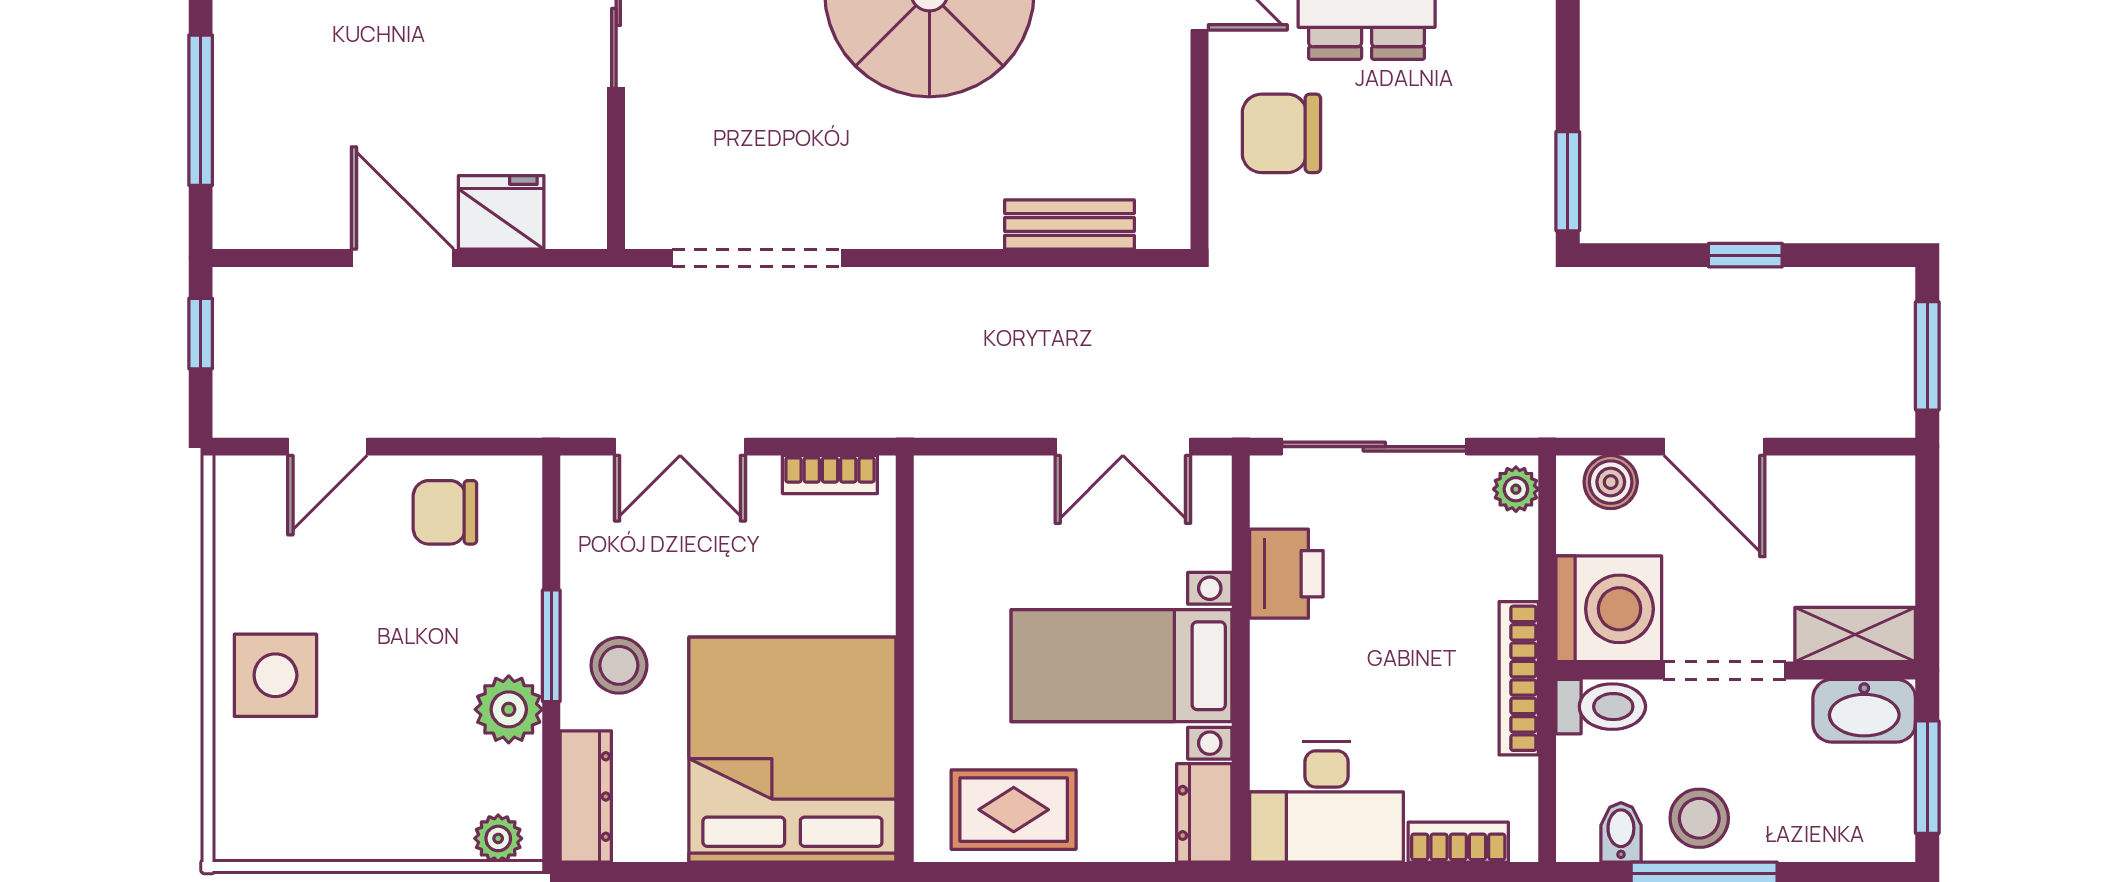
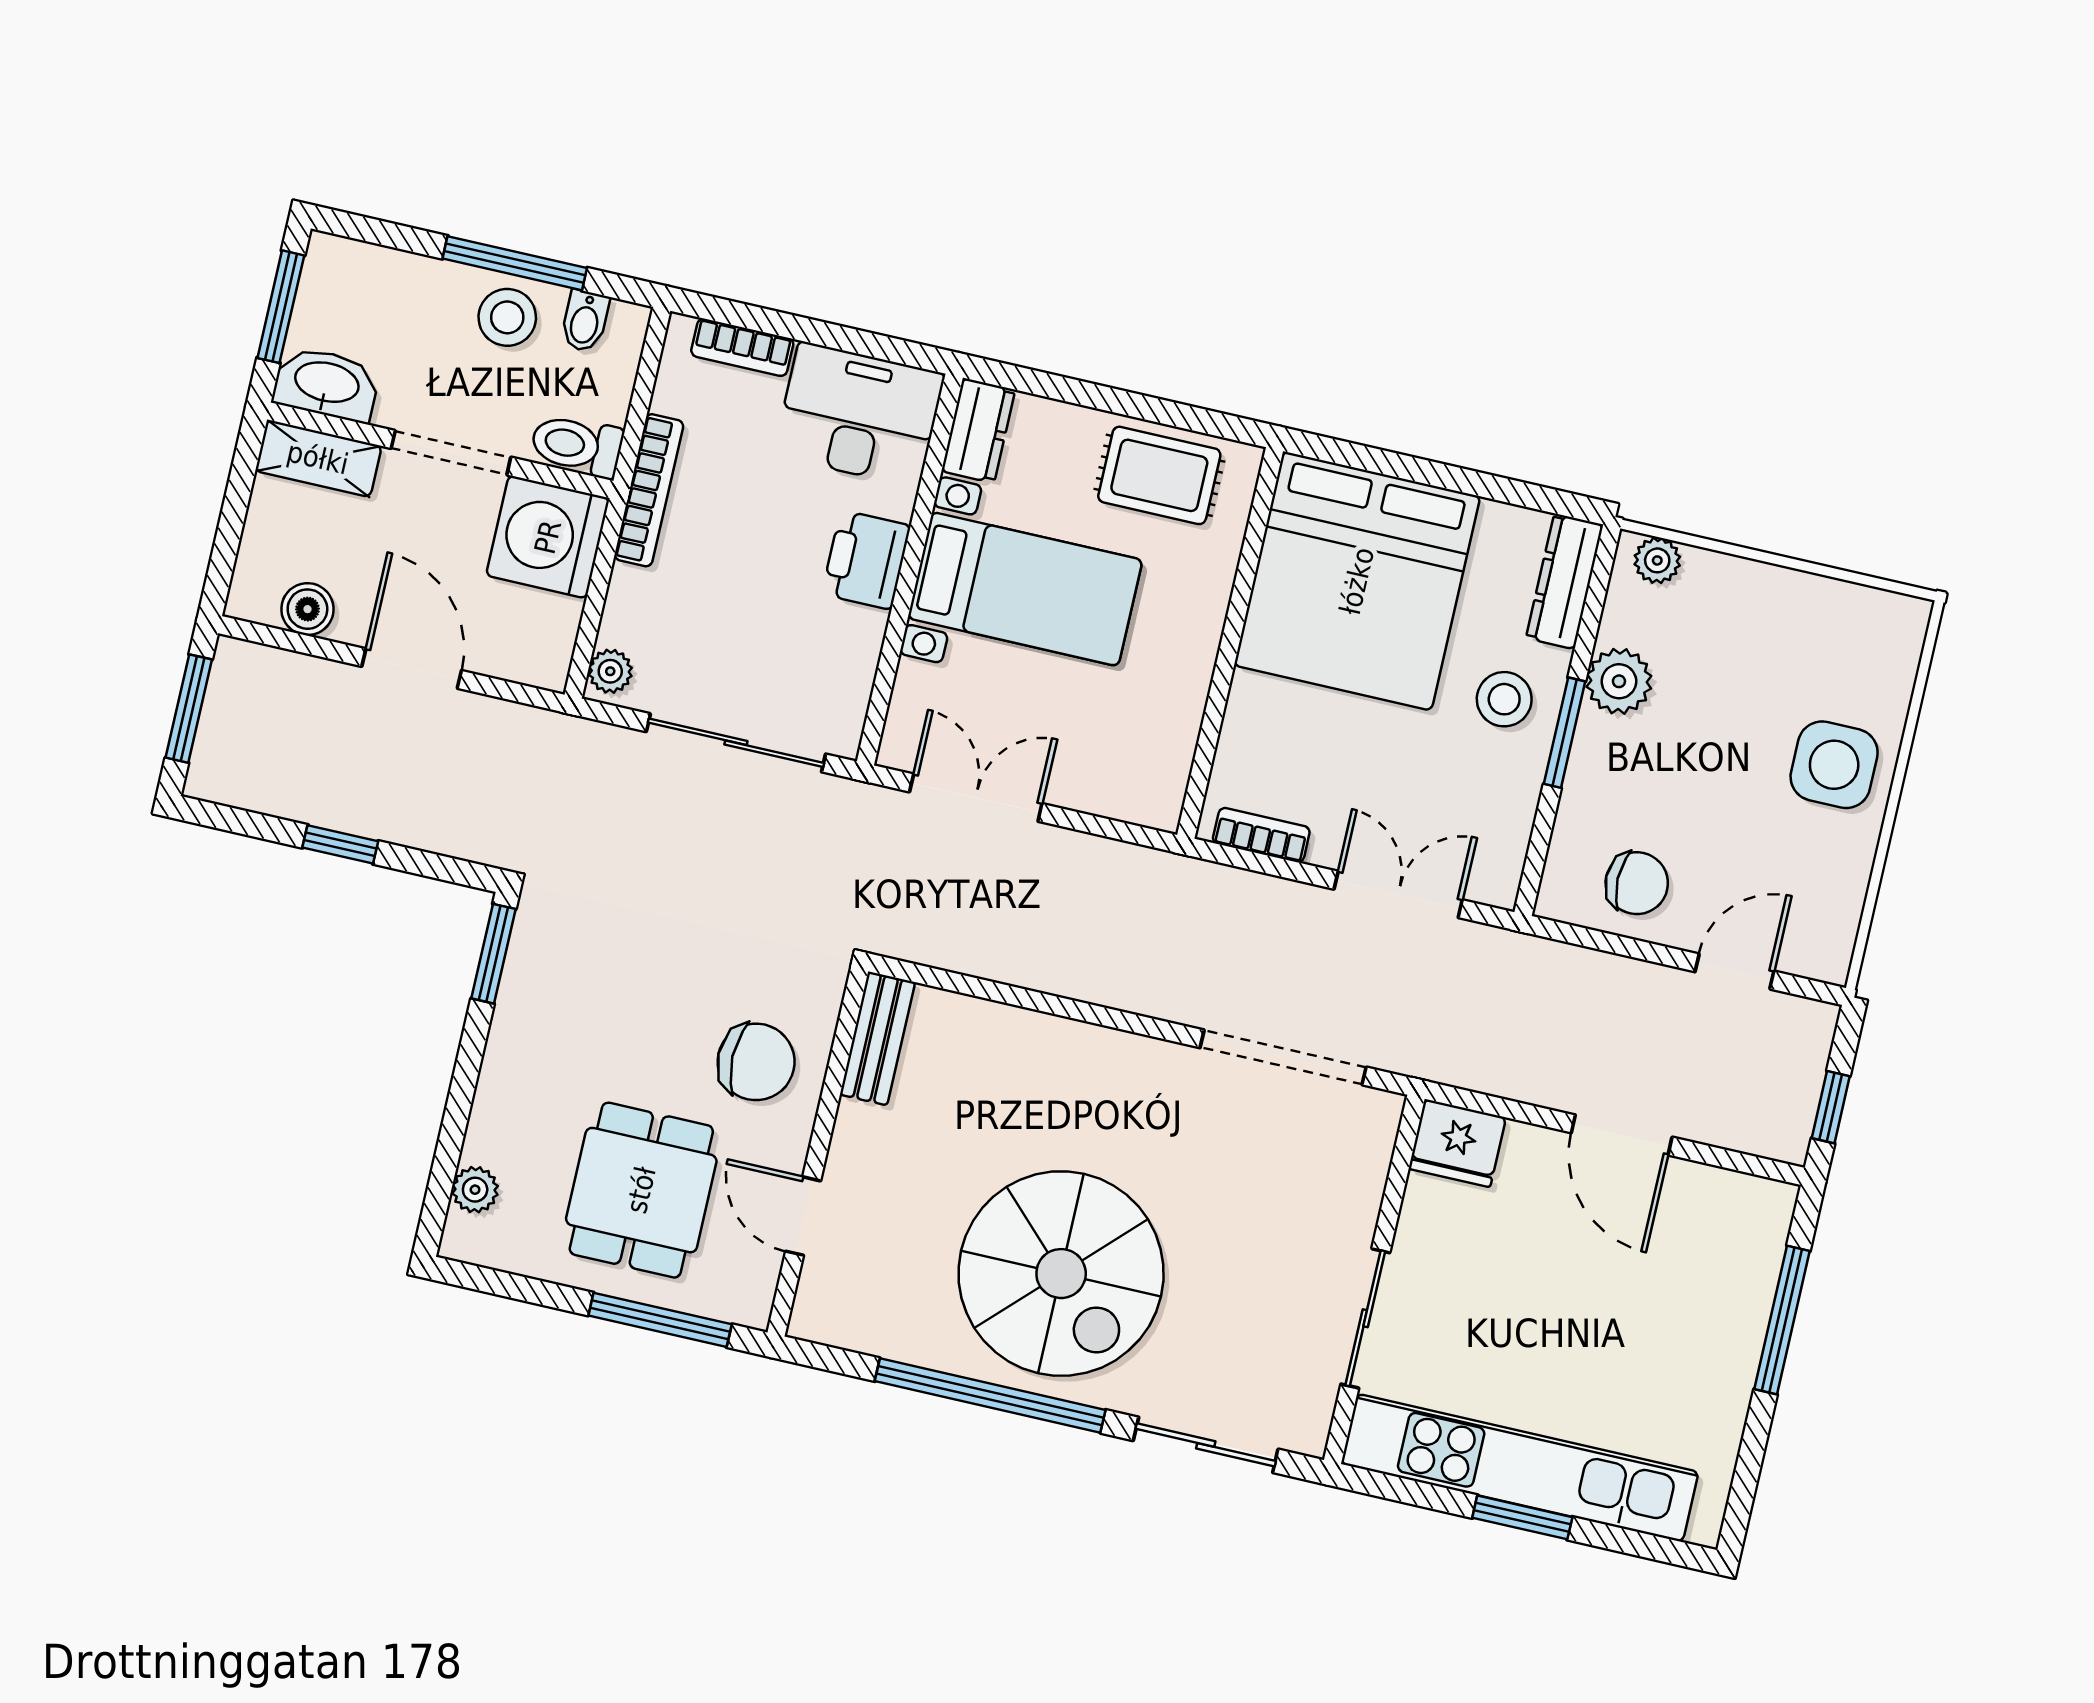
fridge: (501, 212) -> (1457, 1143), moved
bench: (1070, 224) -> (877, 1038), moved, turned 90
boiler: (1611, 482) -> (307, 609), moved
printer: (1286, 574) -> (866, 560), moved

